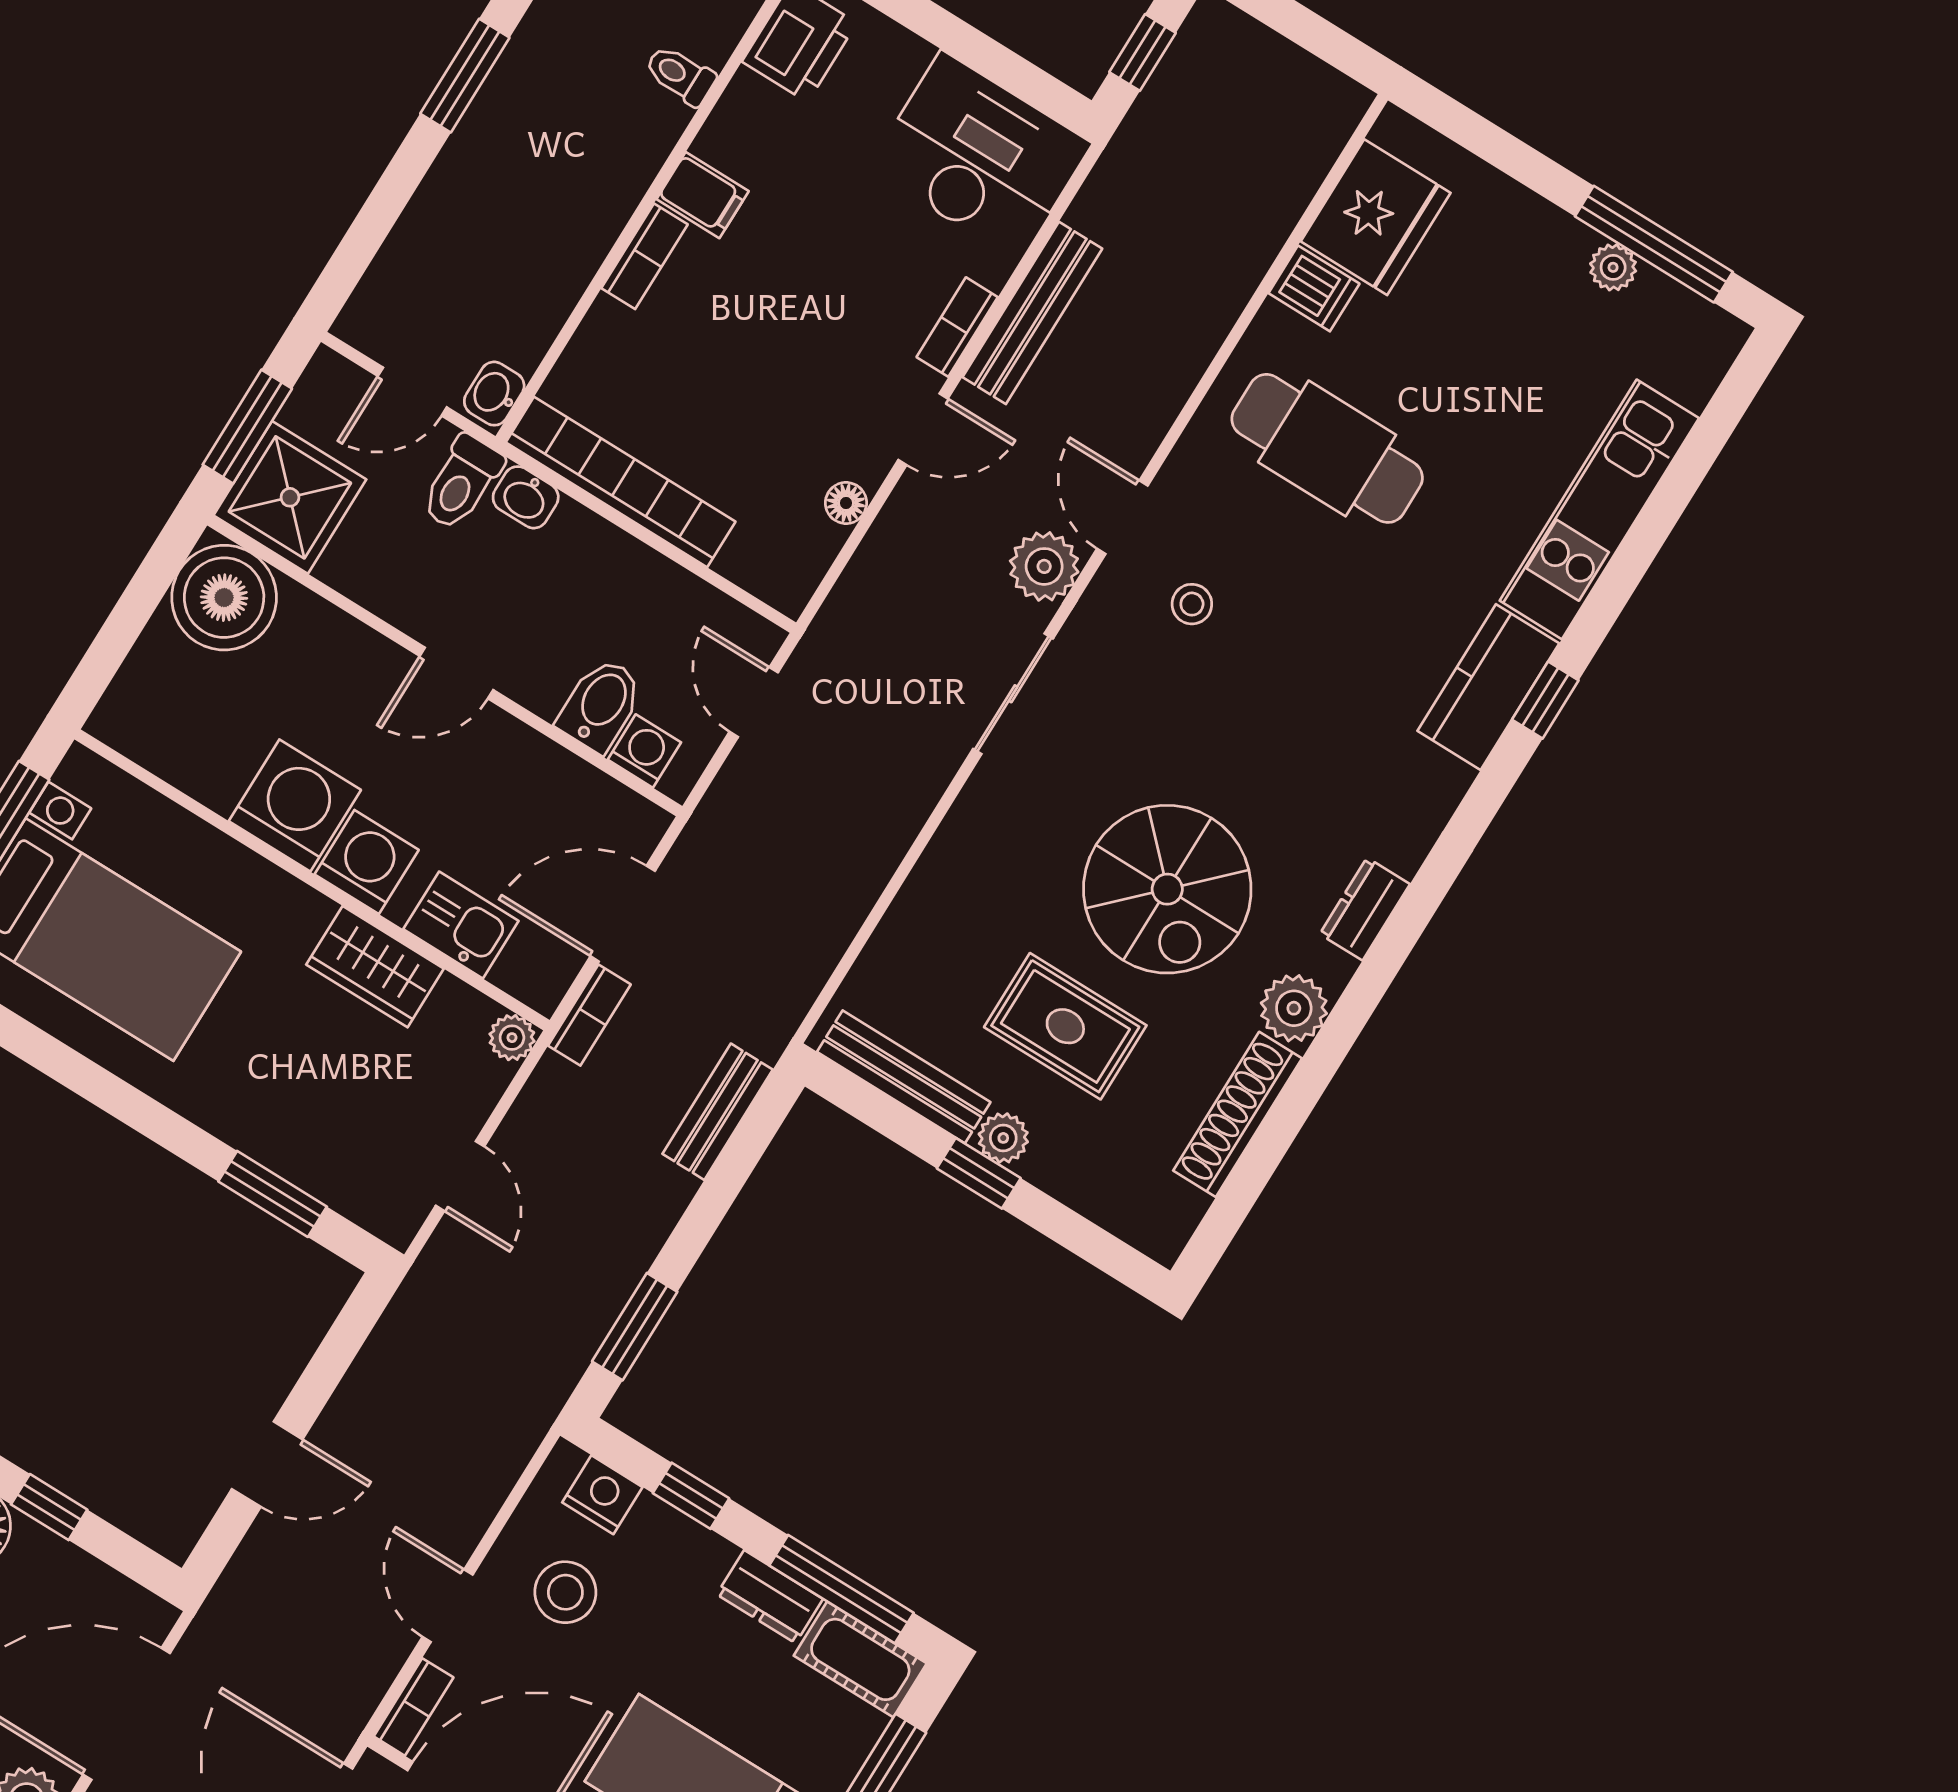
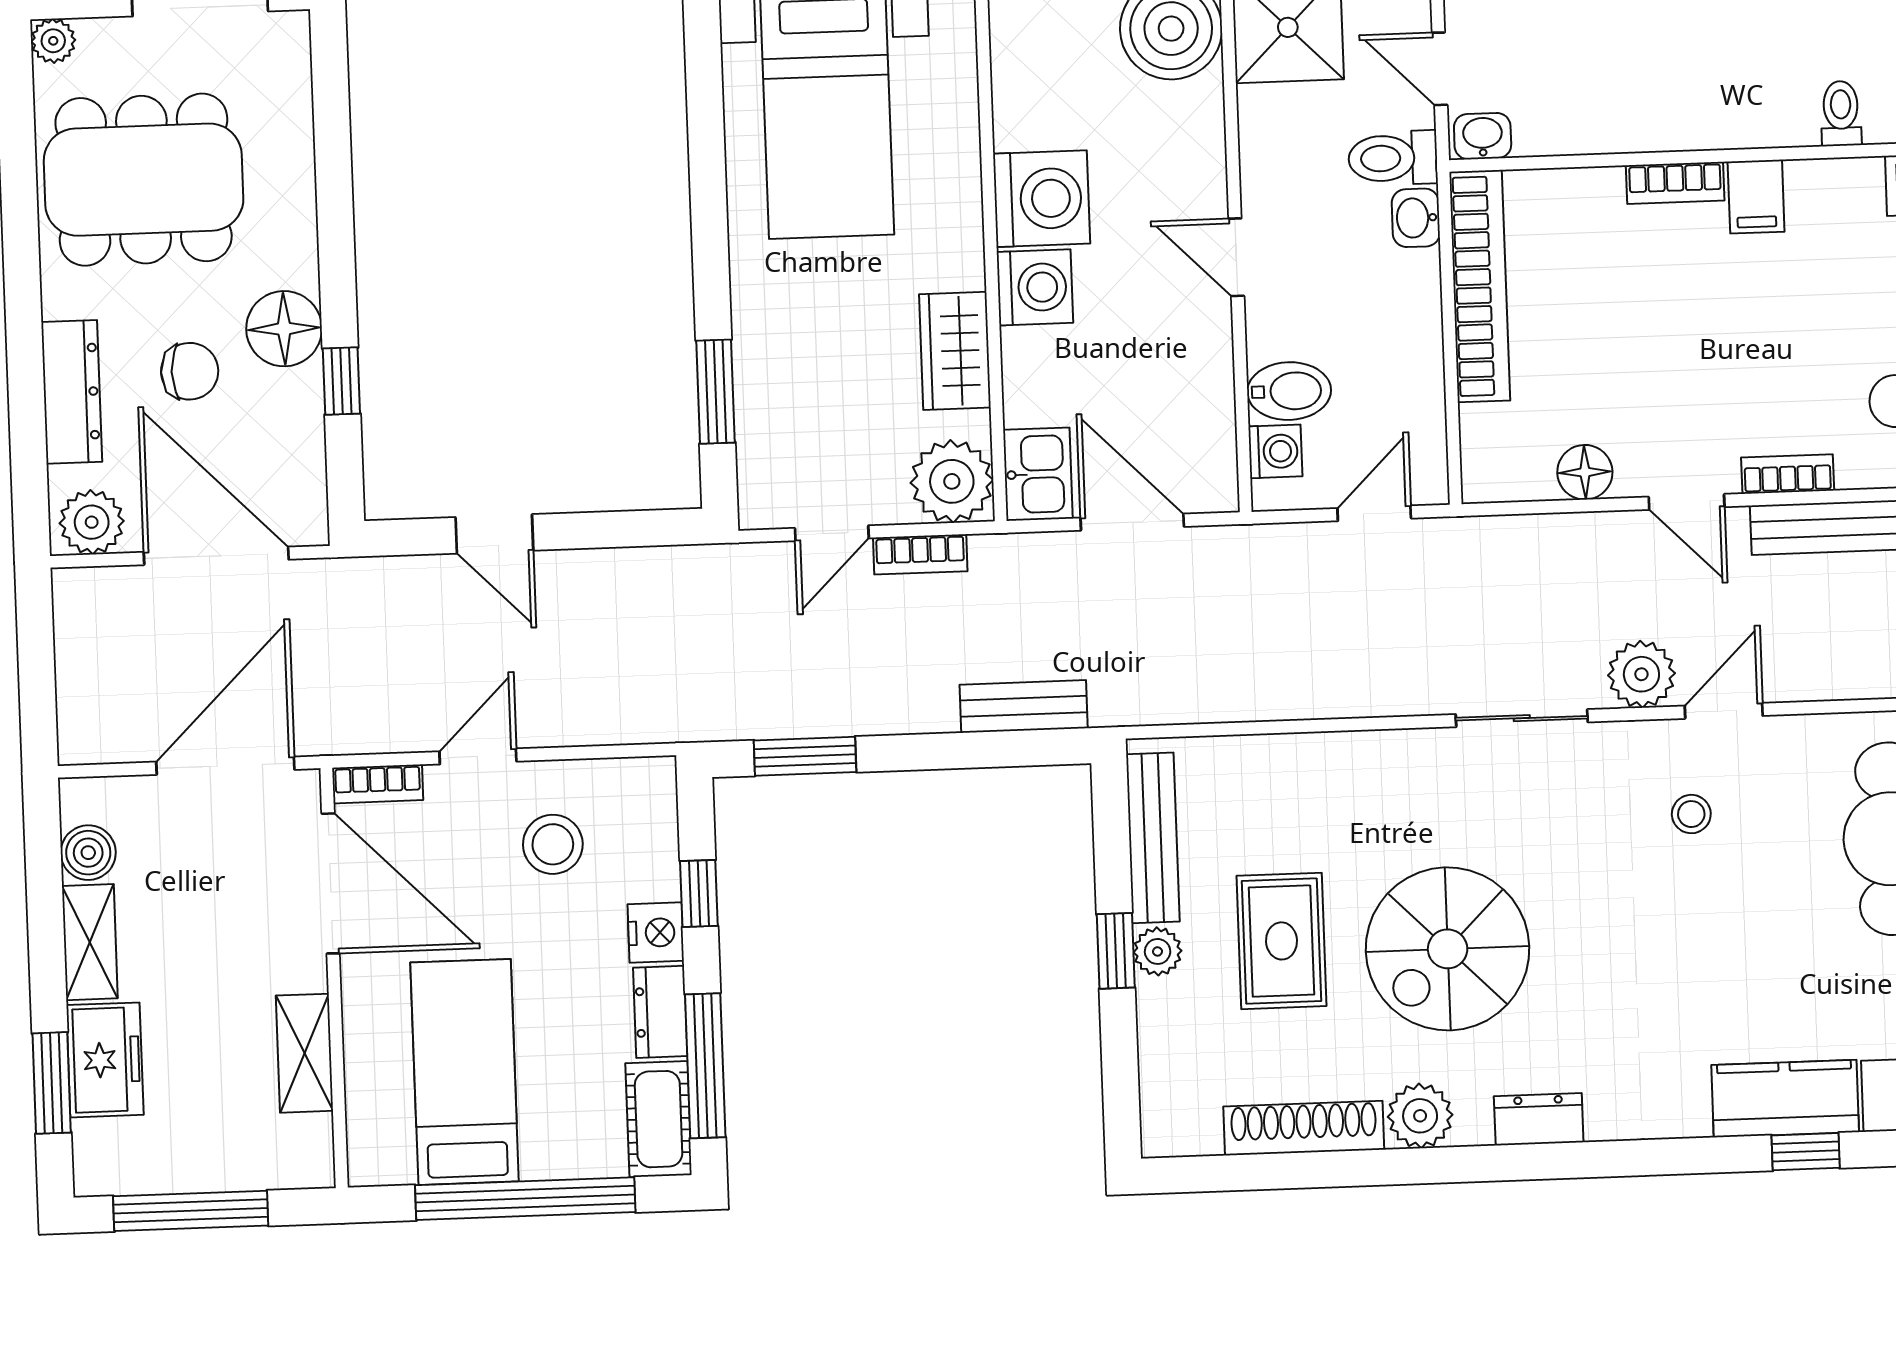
floor lamp: (846, 503) -> (1585, 472), width x1.37, depth x1.37
kitchen sink: (461, 925) -> (1038, 474), moved
bookcase: (589, 1015) -> (920, 554), moved
plant: (512, 1038) -> (952, 481), width x1.88, depth x1.88
nightstand: (602, 1495) -> (656, 933), moved

